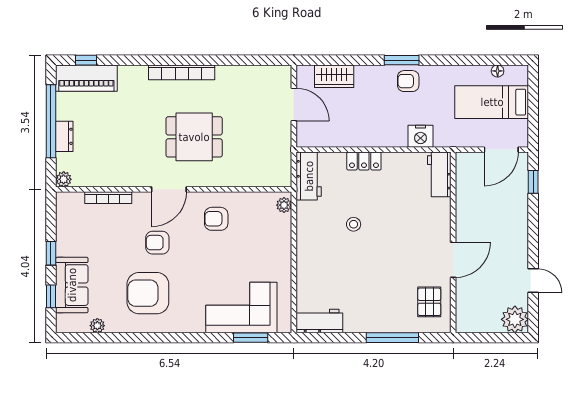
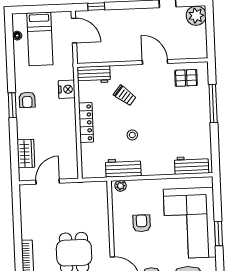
locker: (364, 161) -> (86, 123), width x1.53
workbench: (309, 176) -> (123, 168), moved
trolley: (409, 216) -> (125, 95), added
armchair: (216, 219) -> (142, 223), moved, turned 180
corner sofa: (241, 308) -> (190, 223), width x1.36, depth x1.36
workbench: (319, 321) -> (192, 165), moved, turned 90
window: (251, 338) -> (219, 233), moved

